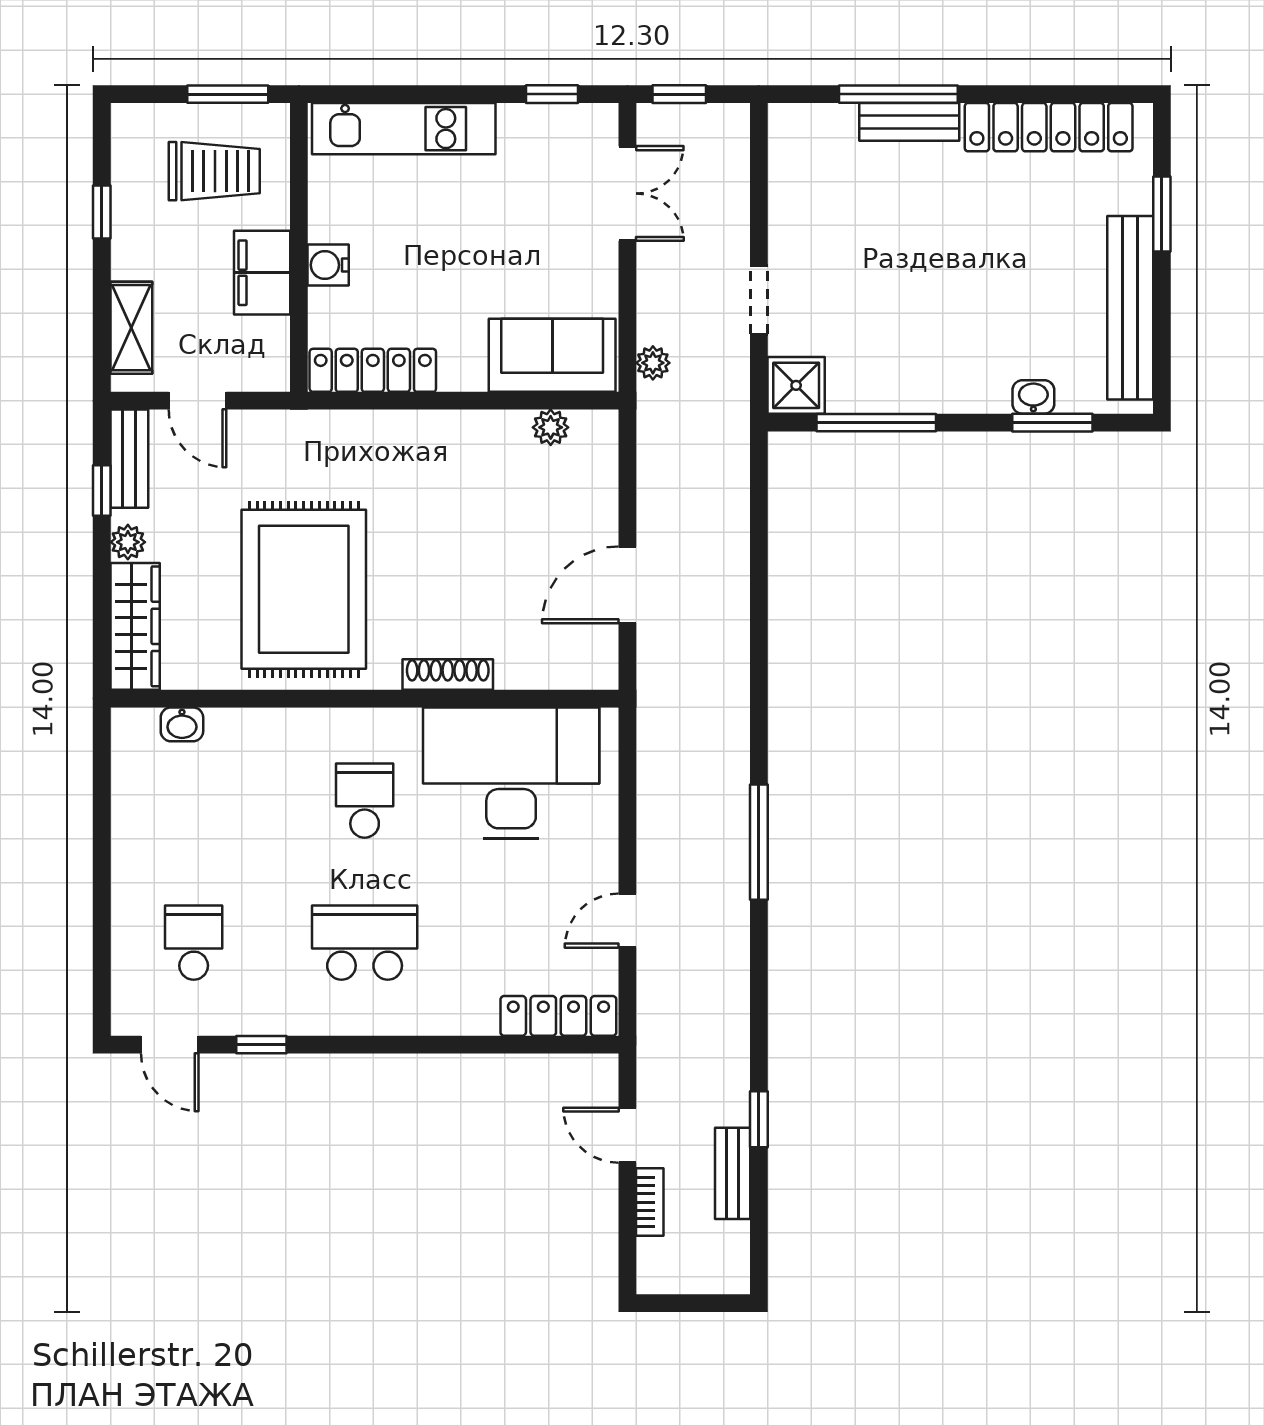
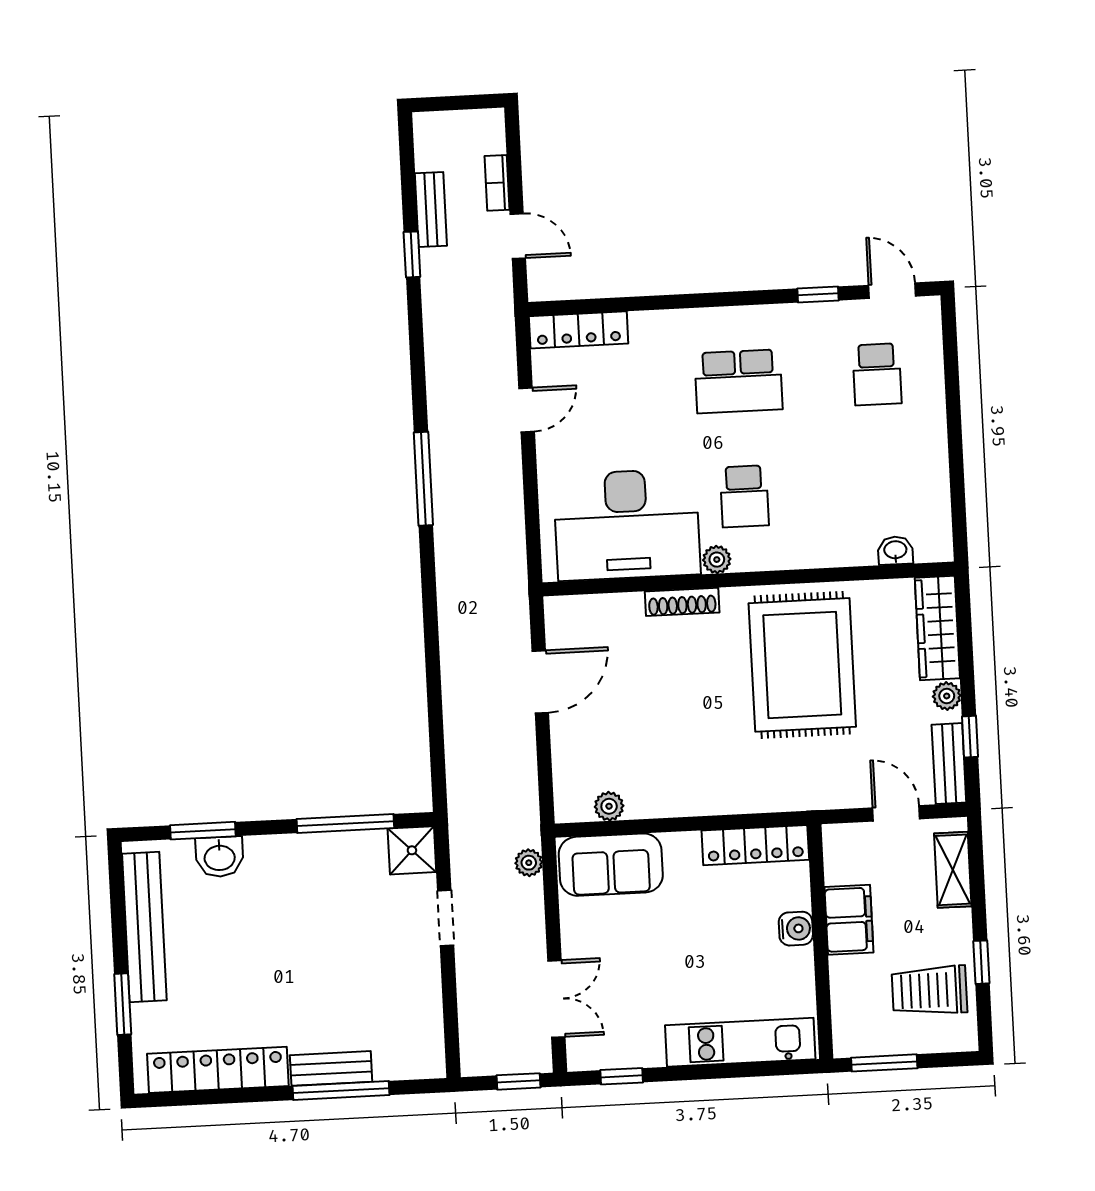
trolley: (214, 171) -> (929, 990), moved
double door: (627, 193) -> (556, 999), swing flipped
washbasin: (1033, 397) -> (220, 857), width x1.38, depth x1.45
plant: (402, 724) -> (717, 560), added

